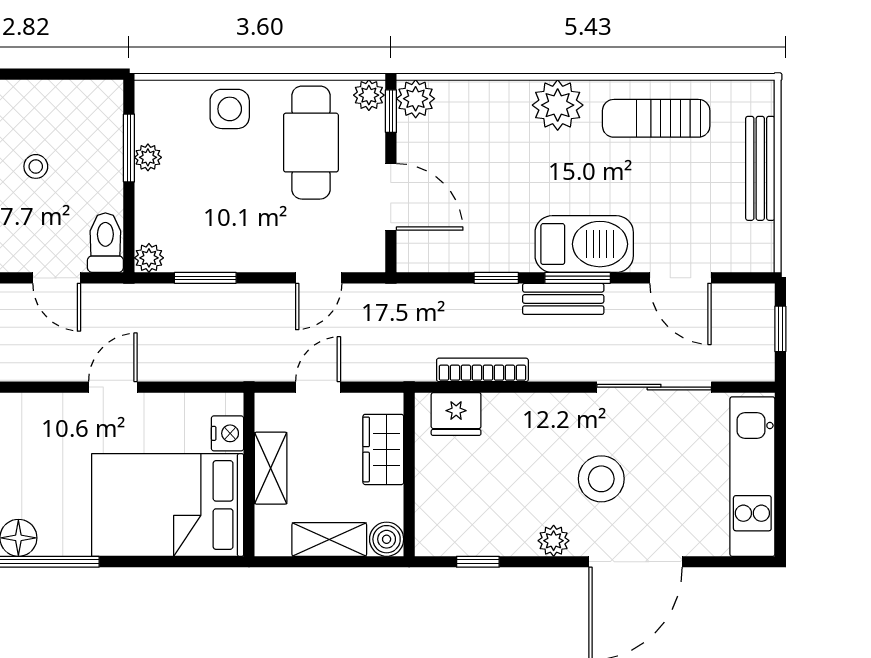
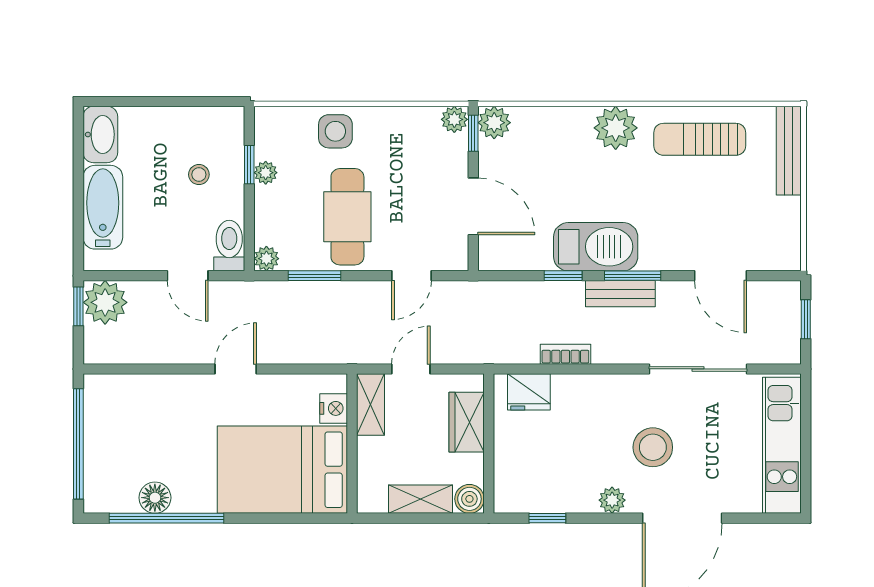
cafe table: (311, 143) -> (347, 217), moved
window: (129, 148) -> (249, 165), width x0.67
stool: (36, 166) -> (199, 175), moved
bench: (760, 168) -> (789, 151), moved
barbecue: (584, 244) -> (596, 247), moved
bookcase: (482, 370) -> (565, 354), width x0.64
shelving: (271, 468) -> (370, 404), moved

